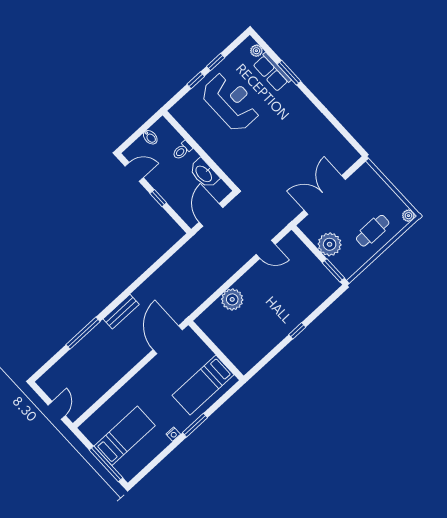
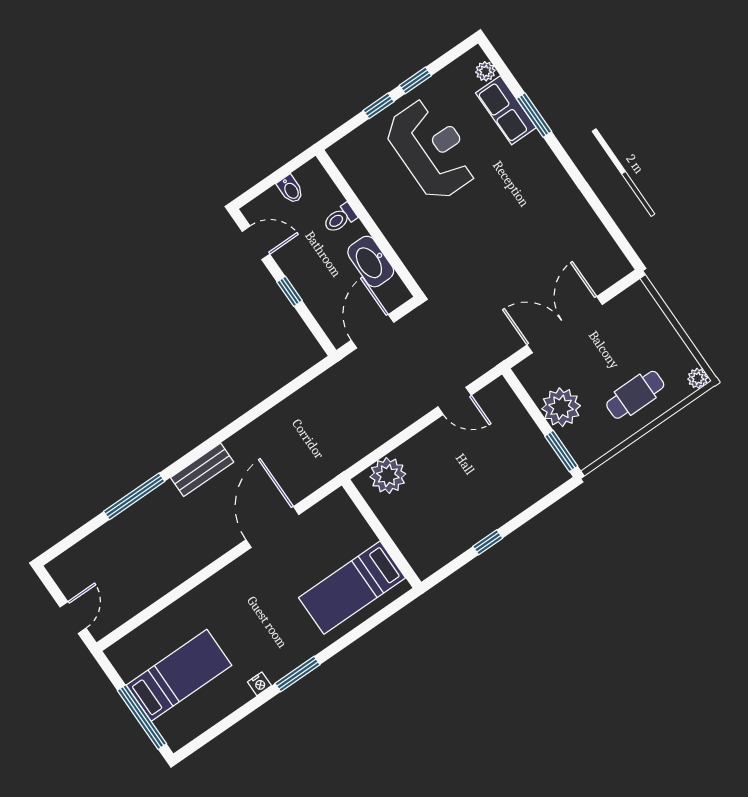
wall: (216, 350) -> (381, 534), moved
bed: (203, 385) -> (352, 588), moved

